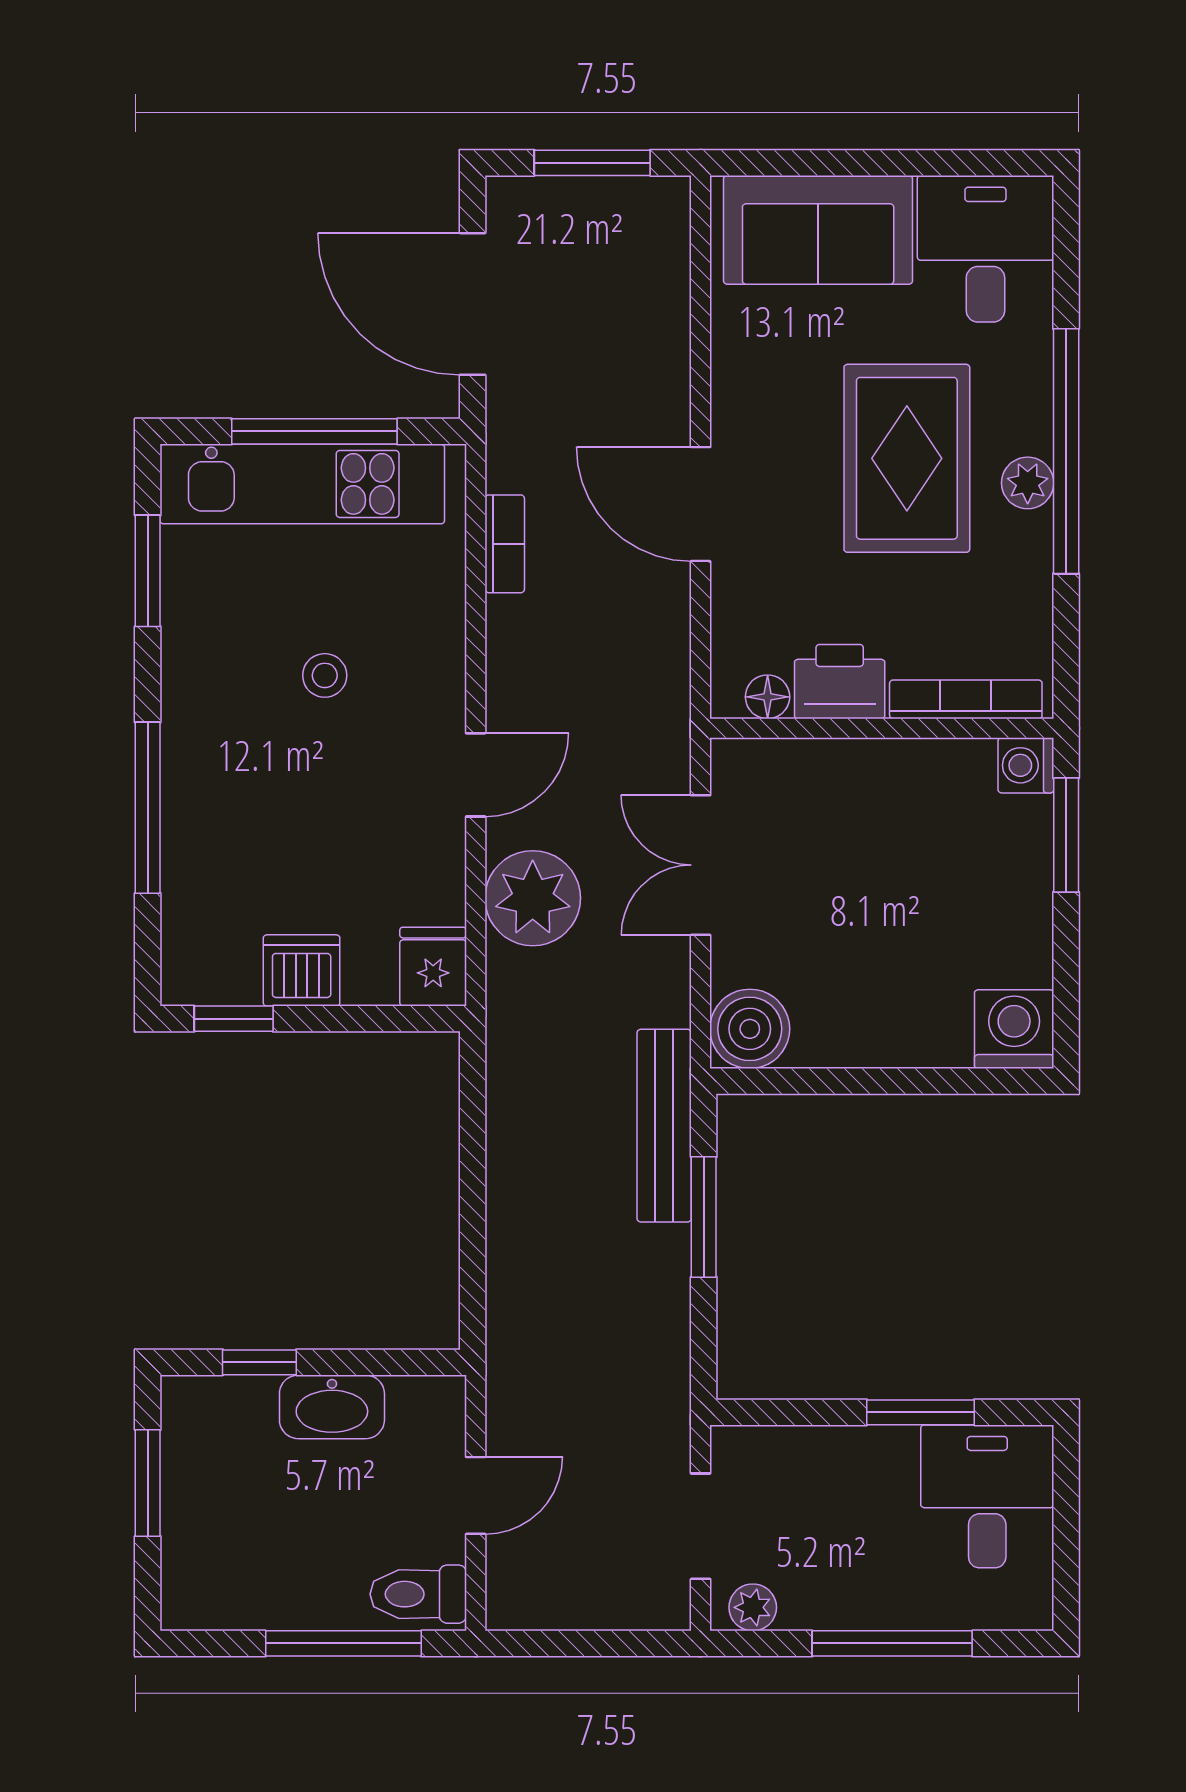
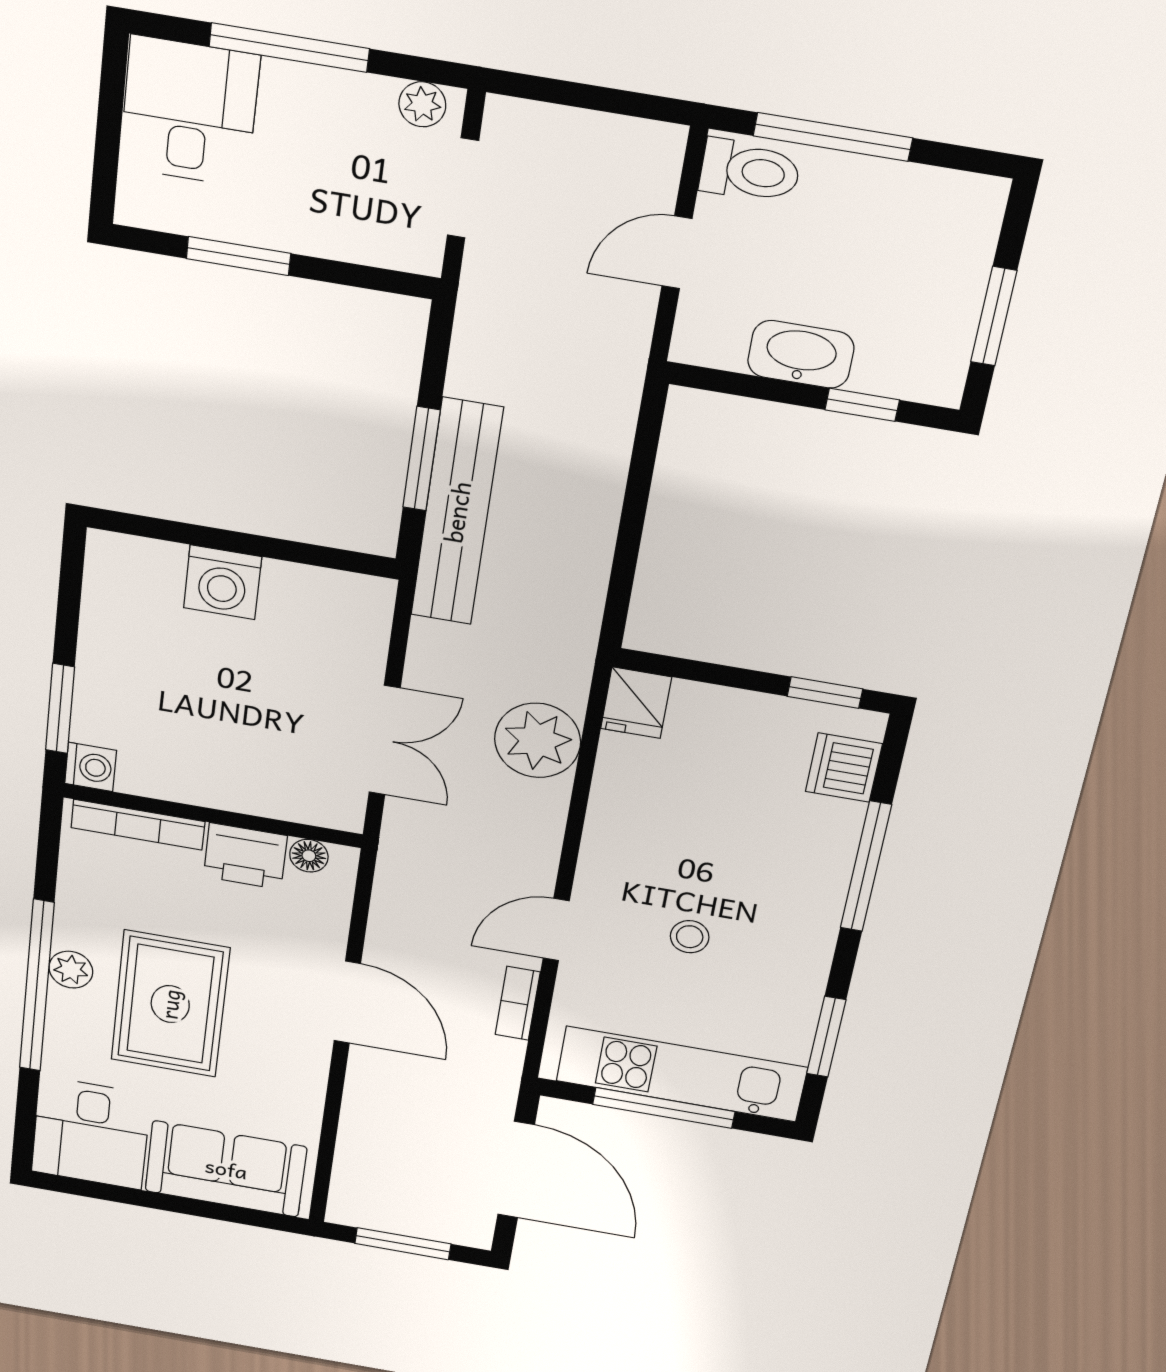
door: (476, 775) -> (556, 930), moved
dishwasher: (302, 970) -> (844, 768), moved, turned 90
boiler: (750, 1029) -> (358, 605), removed
washing machine: (1014, 1029) -> (223, 582), moved
bench: (664, 1126) -> (457, 512), width x1.37, depth x1.21
desk: (987, 1496) -> (189, 112), moved, turned 180

